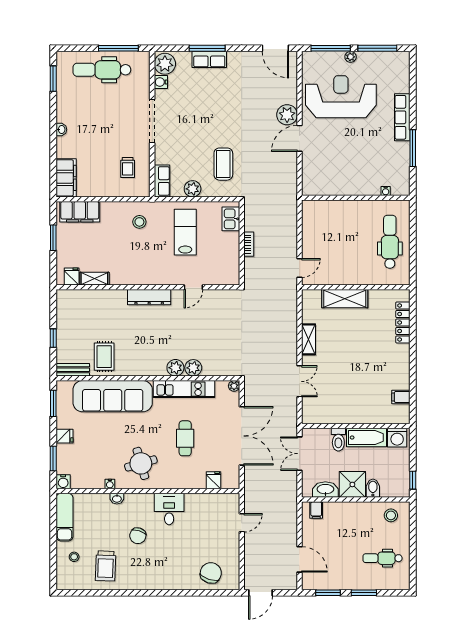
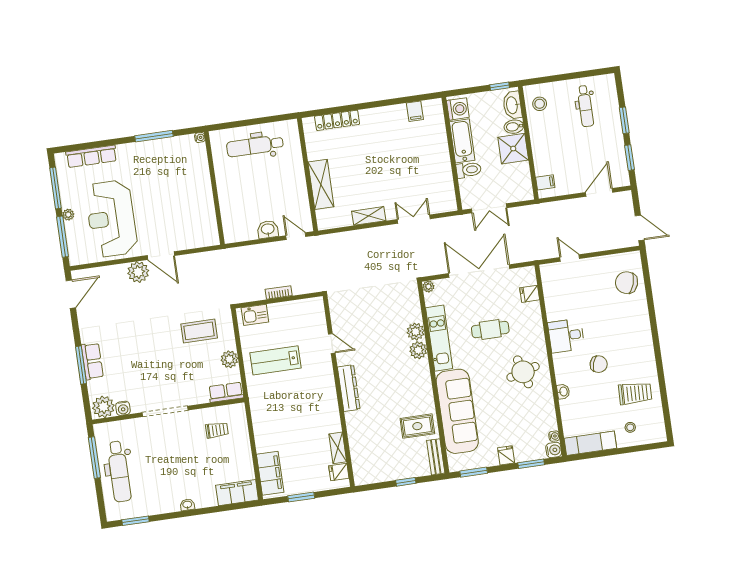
row of seats: (402, 117) -> (91, 156), moved
water cooler: (386, 191) -> (200, 137), moved
stool: (139, 222) -> (272, 410), removed
washbasin: (309, 243) -> (268, 229), added
water cooler: (110, 484) -> (554, 436), moved
washbasin: (325, 490) -> (512, 105), moved

